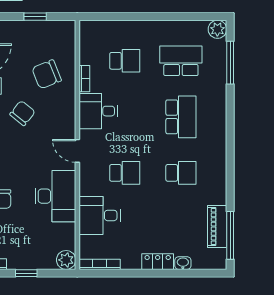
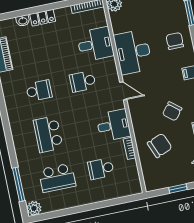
school desk: (181, 173) -> (39, 91), turned 180

